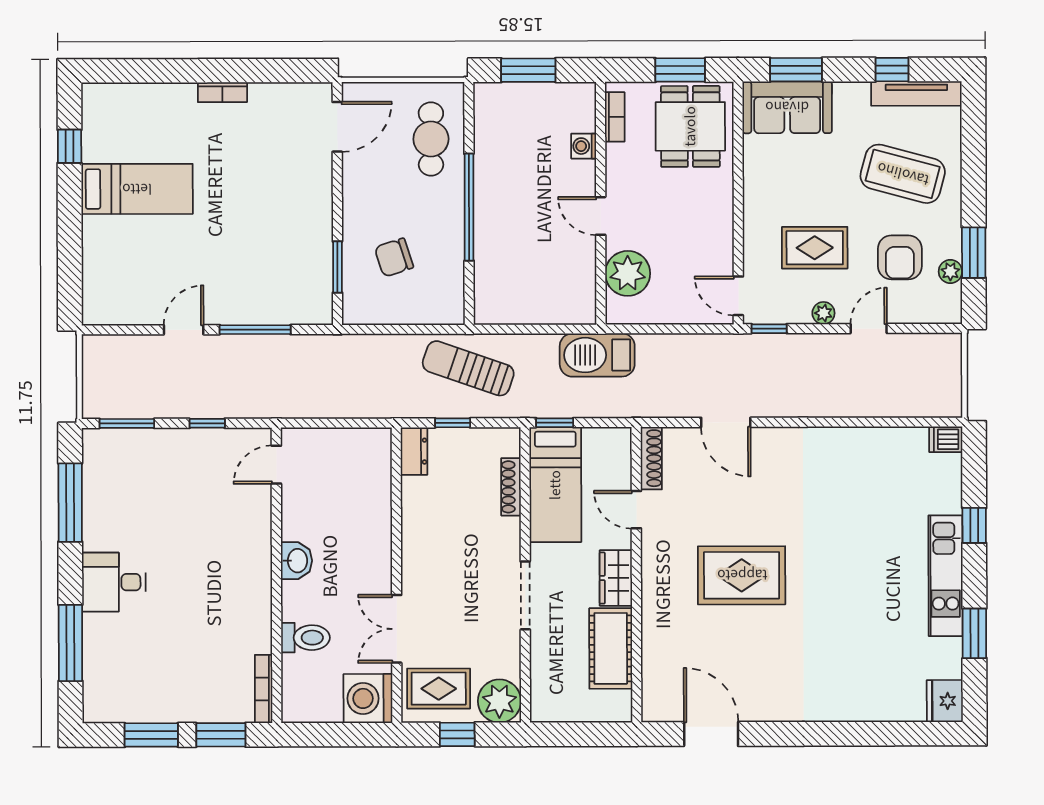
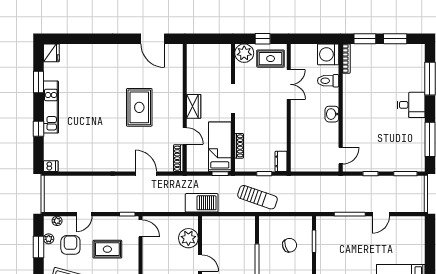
plant: (823, 313) -> (57, 221), moved
rug: (742, 575) -> (139, 107), turned 90
cot: (611, 648) -> (196, 76), removed
washing machine: (368, 698) -> (328, 54), moved, turned 180

